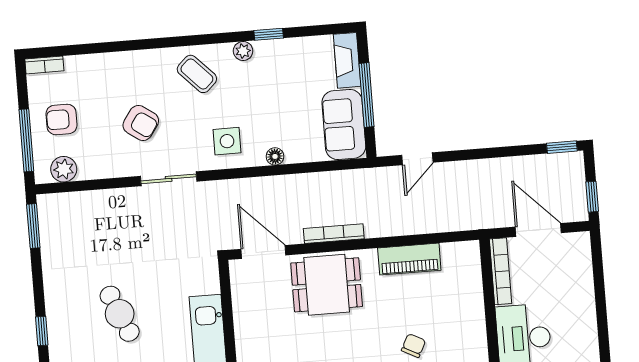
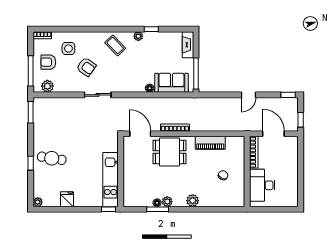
window: (367, 95) -> (196, 74), moved
sofa: (344, 124) -> (171, 83), moved, turned 90
side table: (227, 141) -> (68, 48), moved
door: (417, 159) -> (248, 95), moved
cafe table: (120, 314) -> (52, 158), moved, turned -58
chair: (413, 346) -> (223, 175), moved

